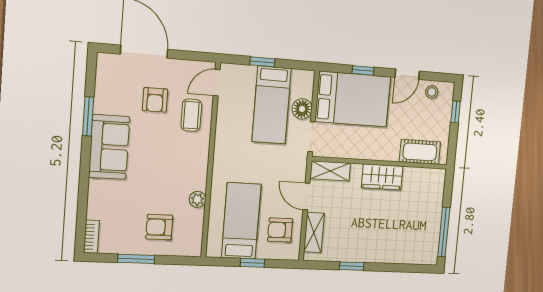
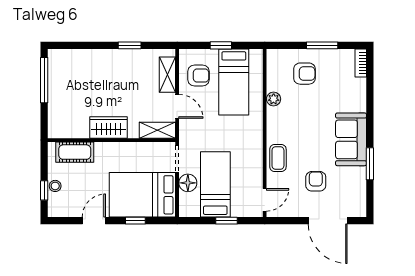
stool: (432, 92) -> (55, 186), moved
coffee table: (191, 115) -> (278, 158), moved

